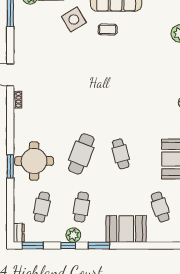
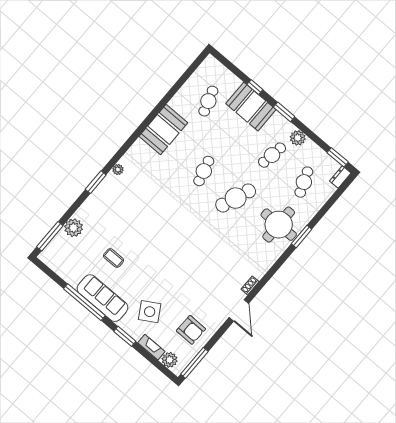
coffee table: (108, 30) -> (114, 258), moved
armchair: (33, 32) -> (191, 330), added
cafe table: (42, 207) -> (304, 182), turned -33
window: (68, 246) -> (255, 87), moved

